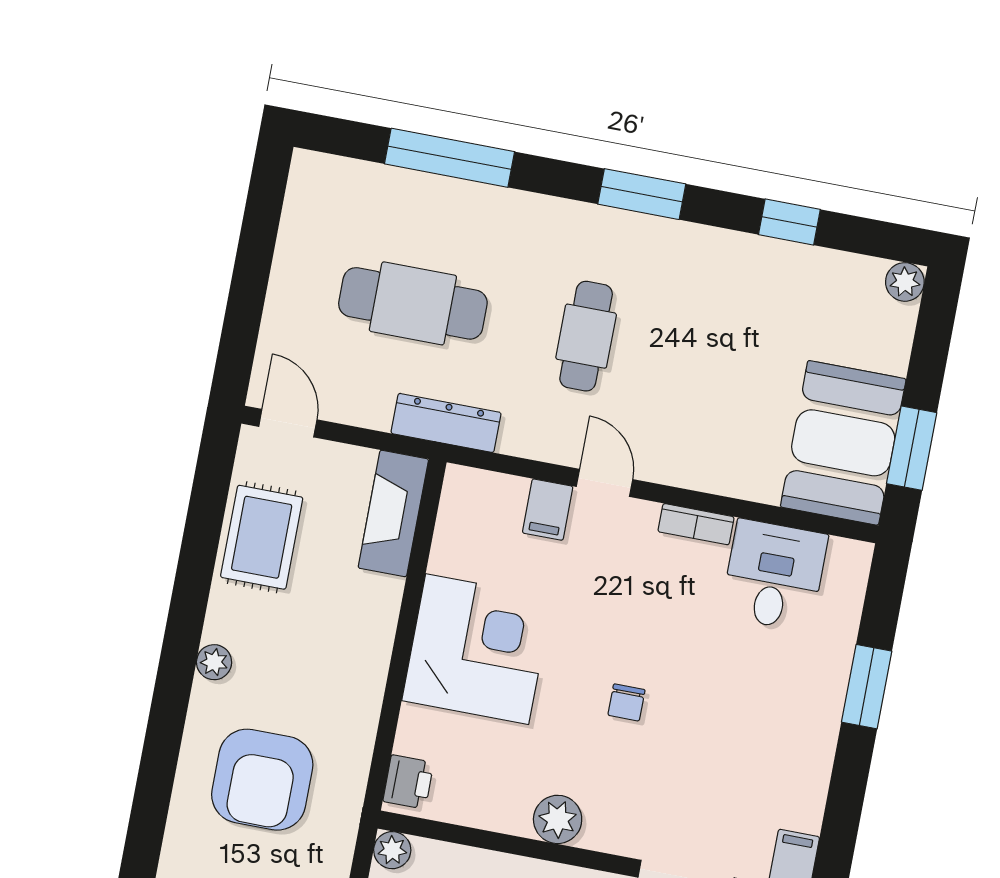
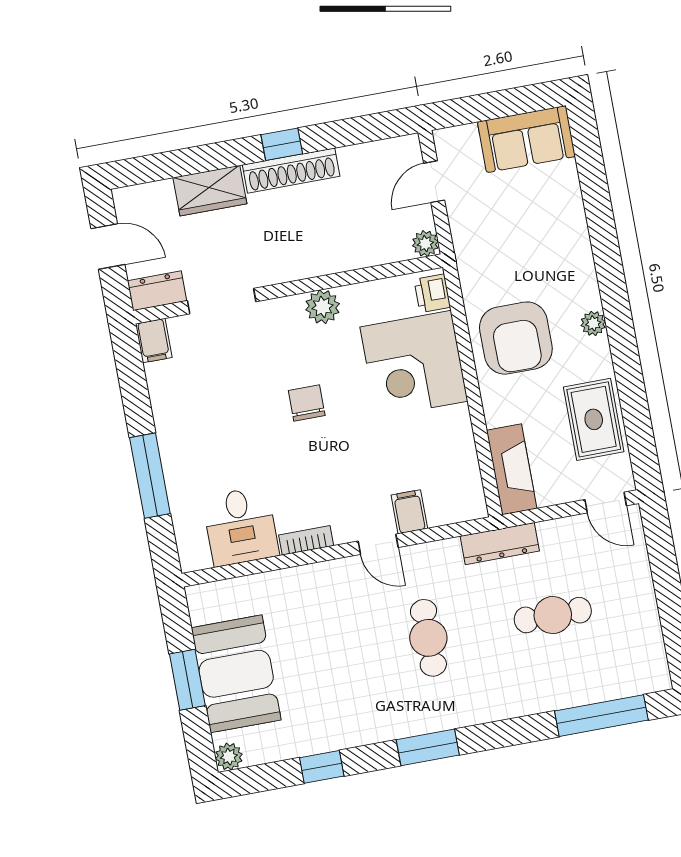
window: (450, 158) -> (601, 716), moved
cafe table: (413, 303) -> (553, 615), width x0.73, depth x0.74
booth: (843, 443) -> (236, 674), moved
window: (912, 448) -> (187, 680), moved
corner desk: (477, 649) -> (414, 364), moved
window: (867, 687) -> (150, 476), width x1.44
chair: (626, 702) -> (307, 403), width x1.37, depth x1.37
armchair: (262, 780) -> (516, 338), moved, turned 180

